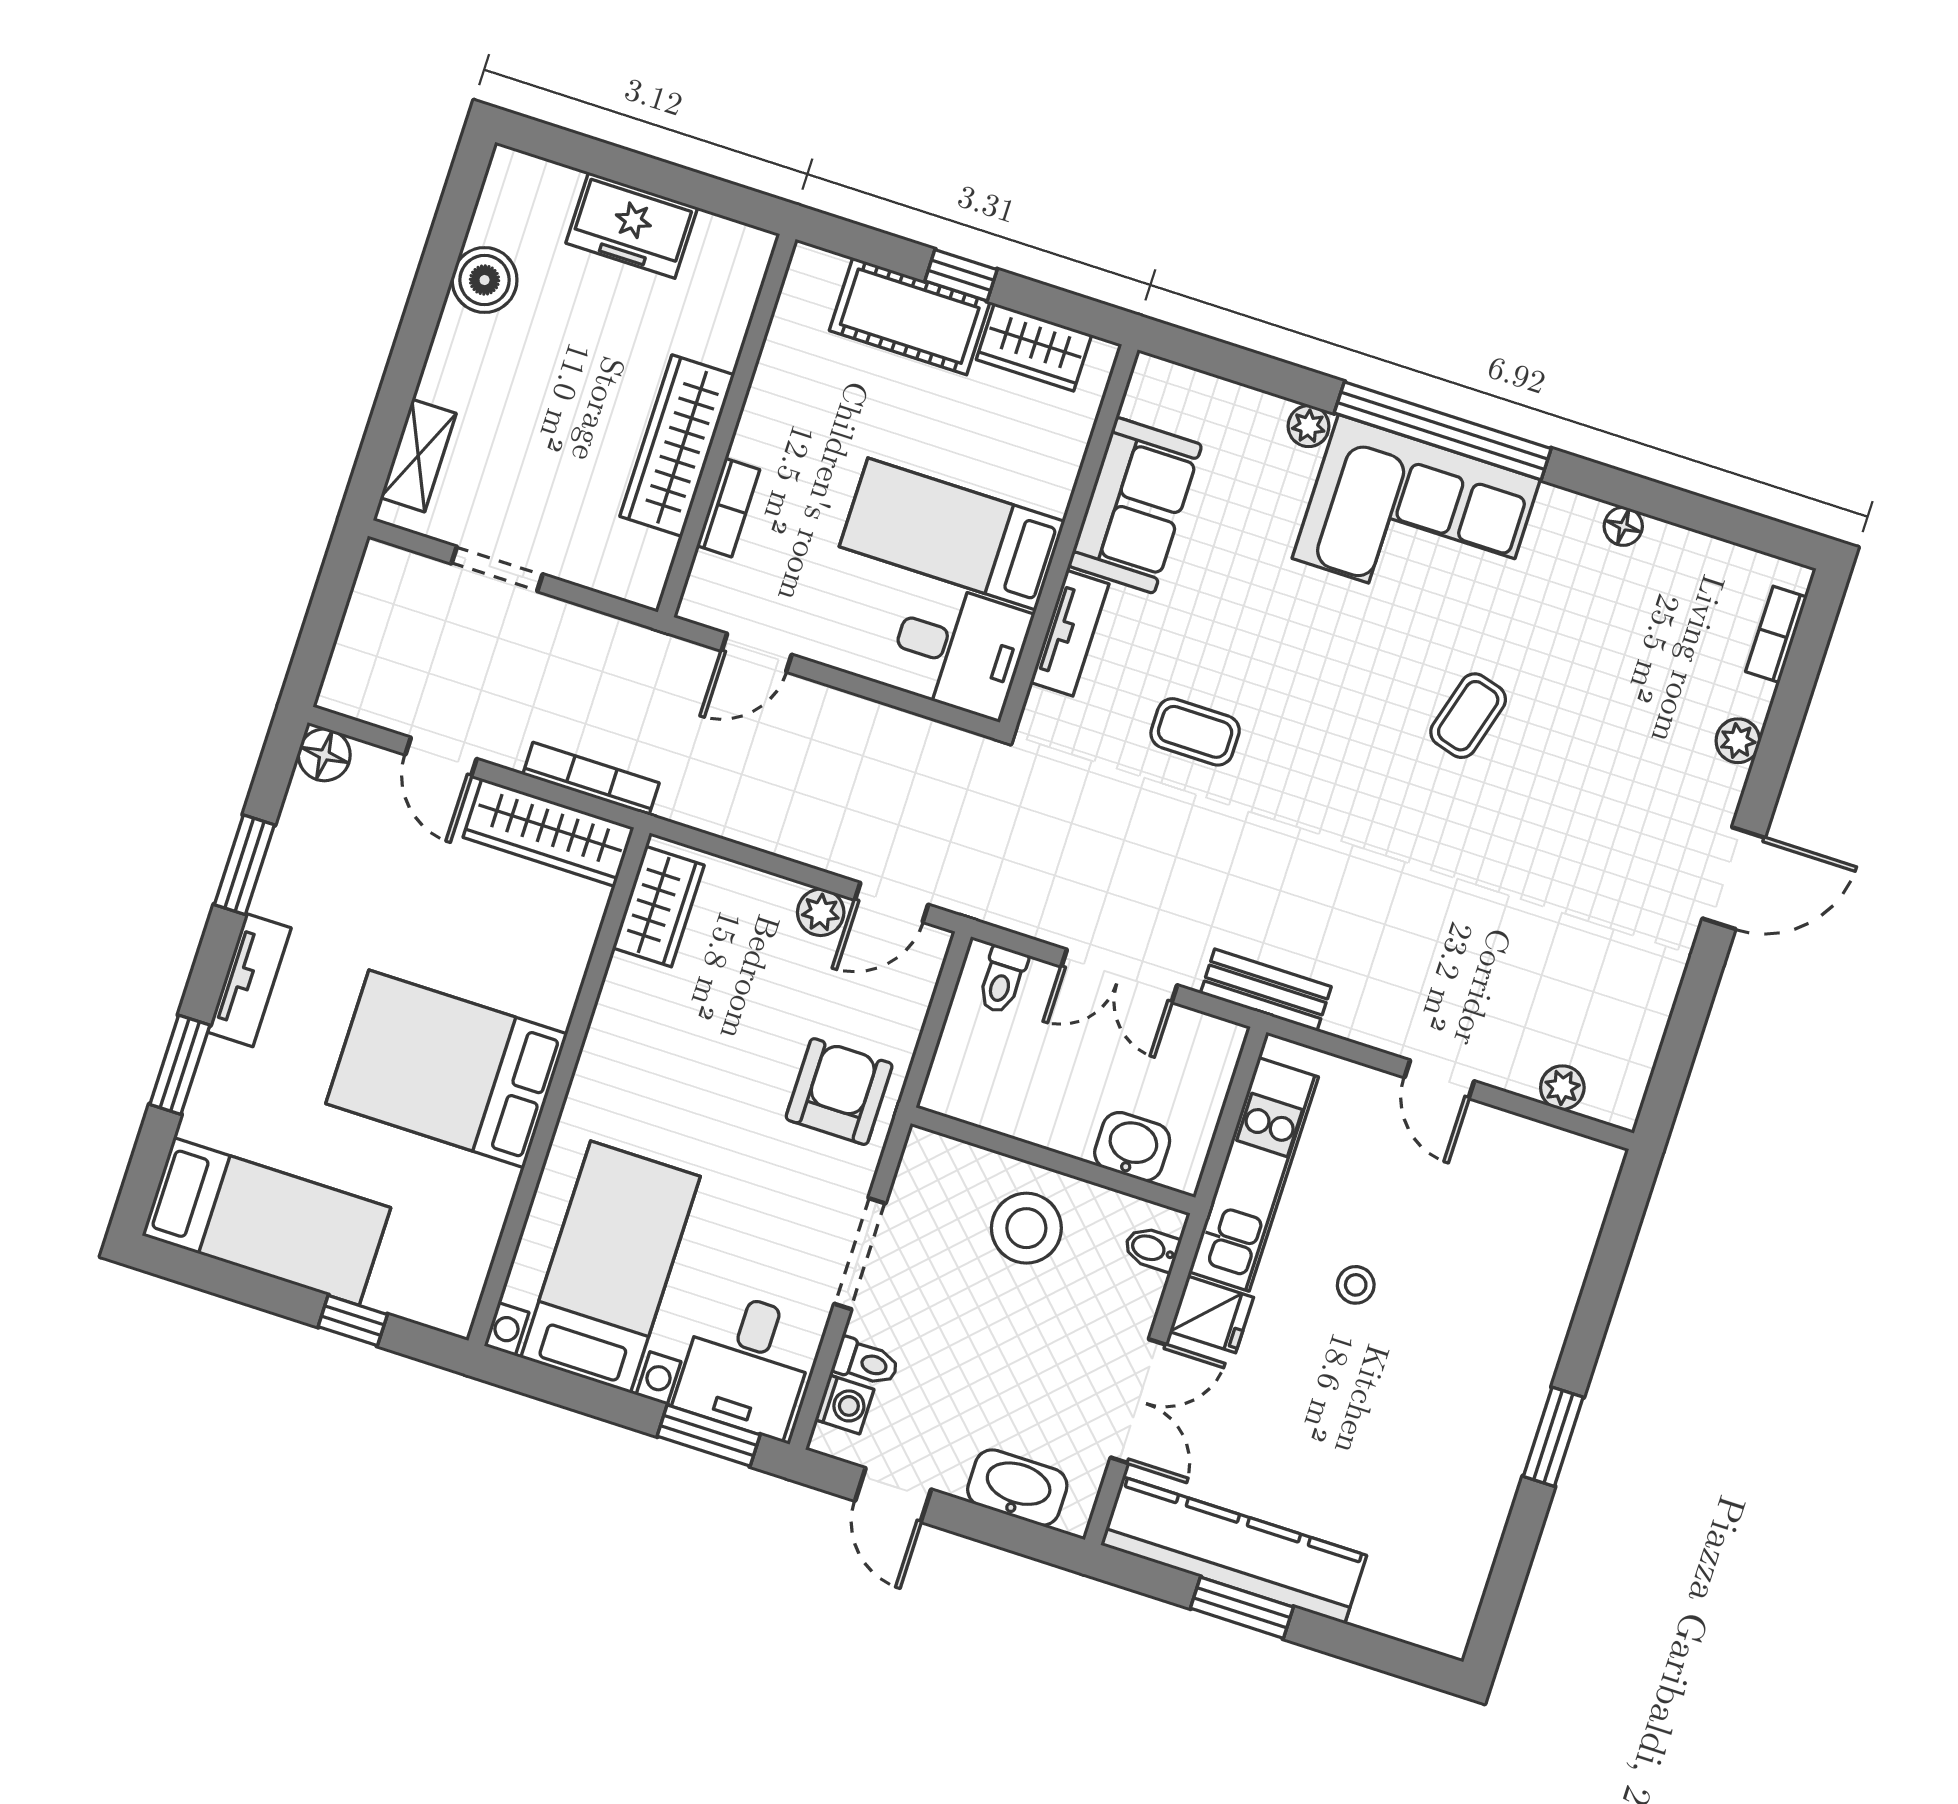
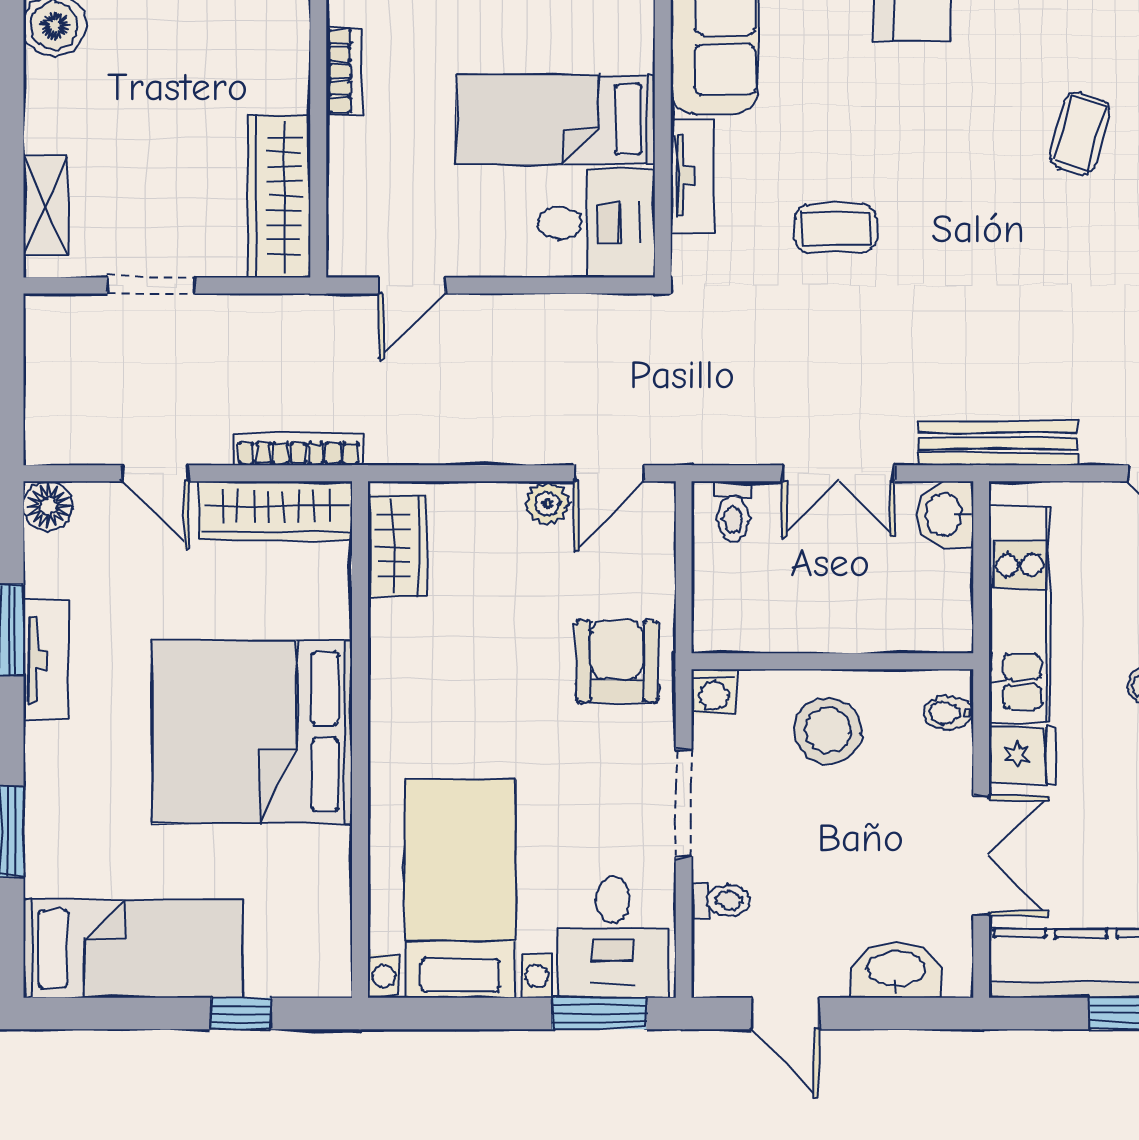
wardrobe: (677, 446) -> (279, 196), moved
bookcase: (728, 508) -> (344, 71), moved
tv unit: (249, 980) -> (46, 659), moved
bench: (1266, 990) -> (998, 443), width x1.36
bed: (447, 1069) -> (252, 732), width x1.36
washbasin: (1132, 1147) -> (945, 514), moved, turned -90
washing machine: (844, 1405) -> (714, 692), moved, turned 90

